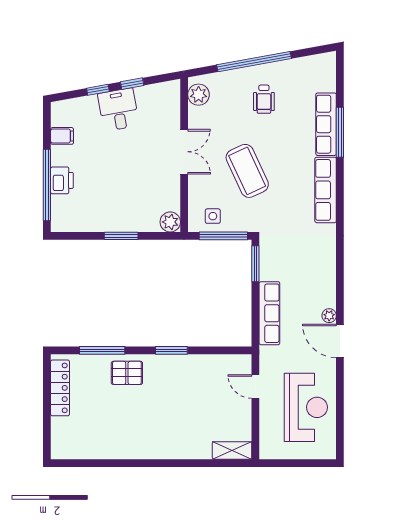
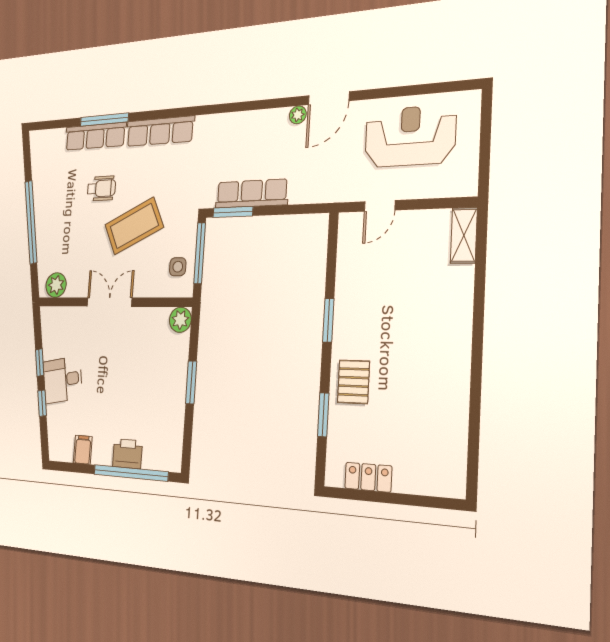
wheelchair: (264, 99) -> (101, 188), moved
row of seats: (269, 313) -> (252, 194), moved
window: (102, 350) -> (323, 415), width x0.69
locker: (60, 388) -> (368, 477), width x0.66

